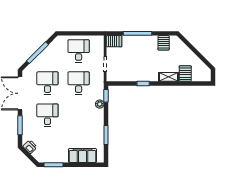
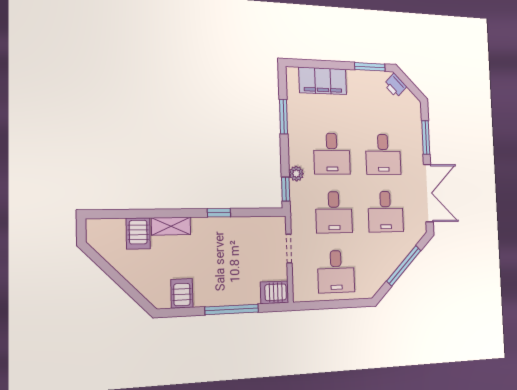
desk: (79, 115) -> (332, 154), added
printer: (30, 147) -> (395, 85), moved

